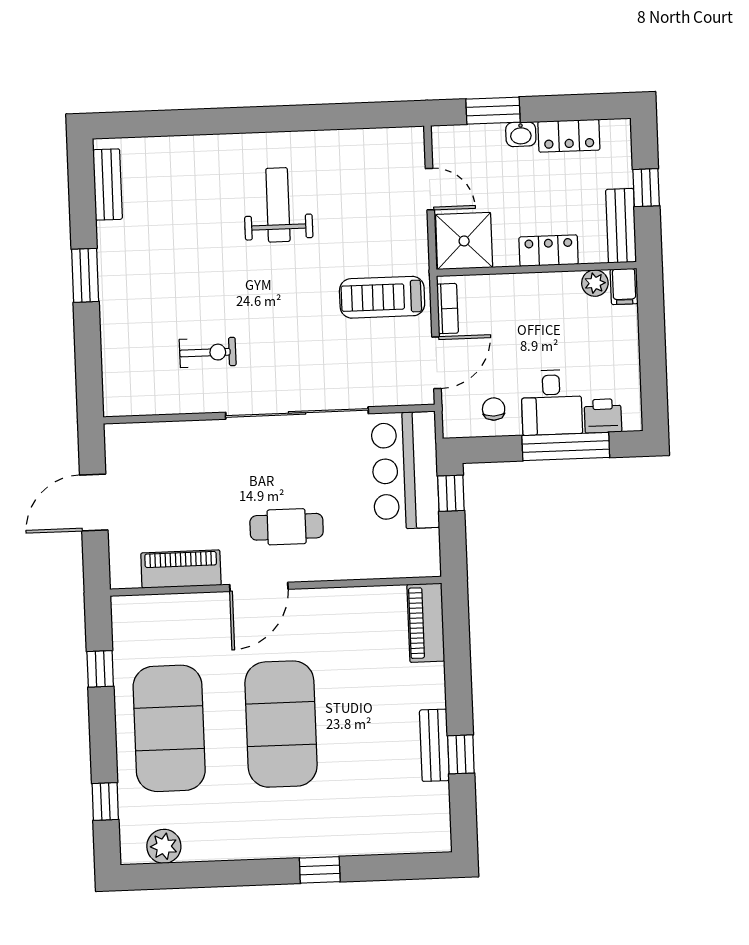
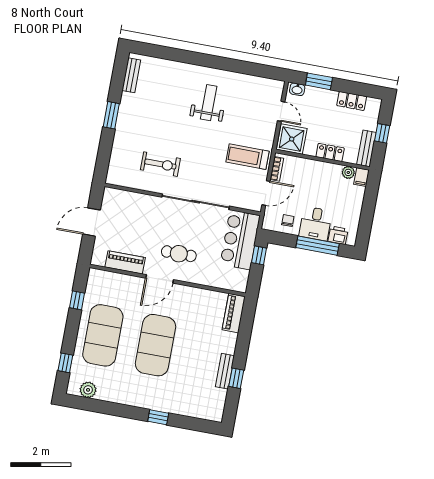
washbasin: (521, 134) -> (297, 89), moved
exercise bike: (208, 352) -> (160, 164), width x1.38, depth x1.39

